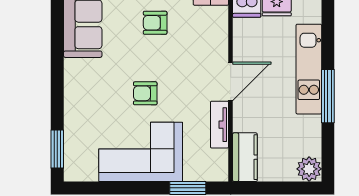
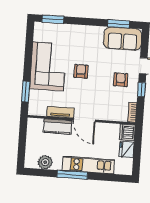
window: (57, 34) -> (118, 24), added
kitchen counter: (245, 157) -> (58, 126), moved
plant: (309, 169) -> (45, 162), moved

